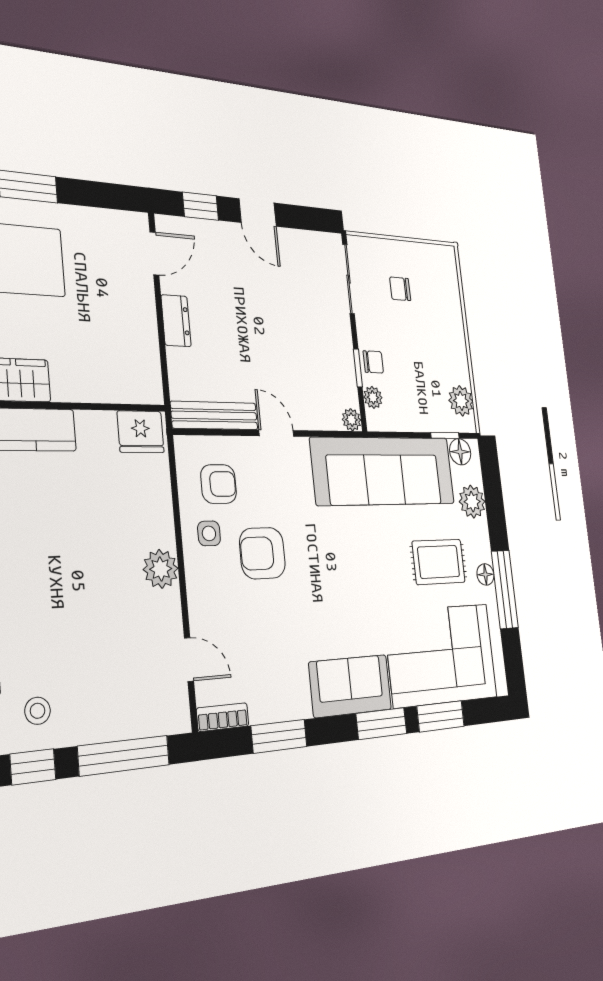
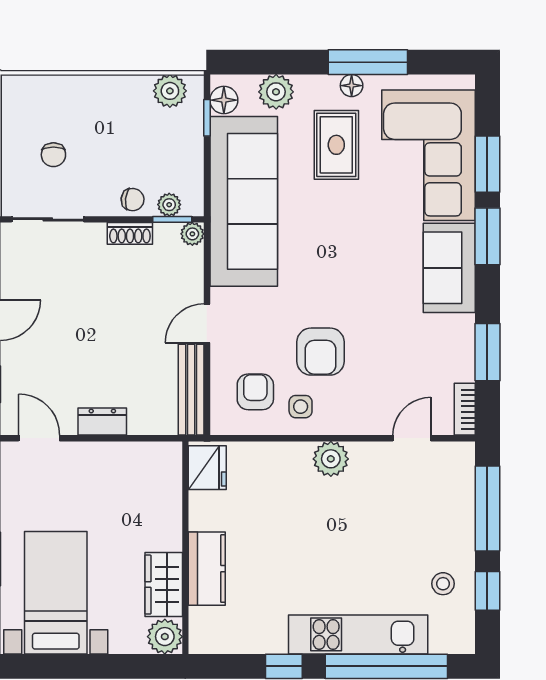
shoe rack: (346, 358) -> (130, 233), added
chair: (373, 362) -> (133, 200), turned 97
window: (358, 368) -> (172, 219), moved

